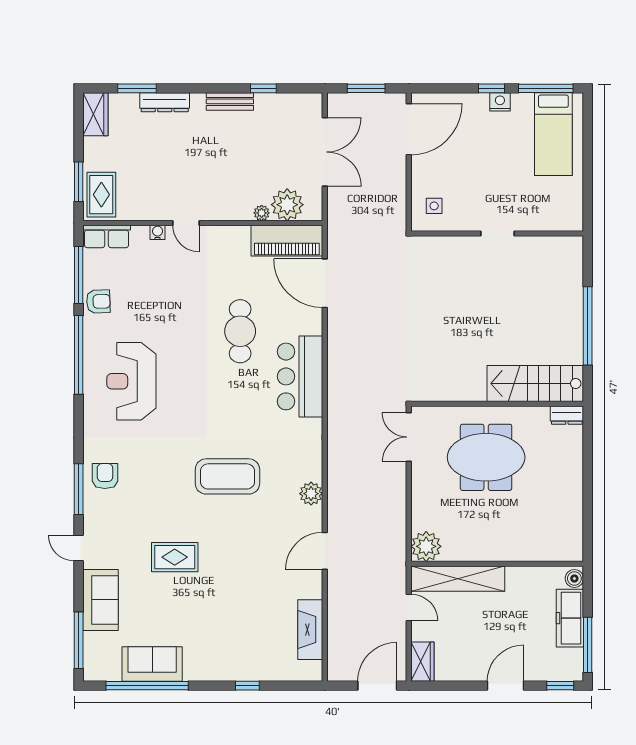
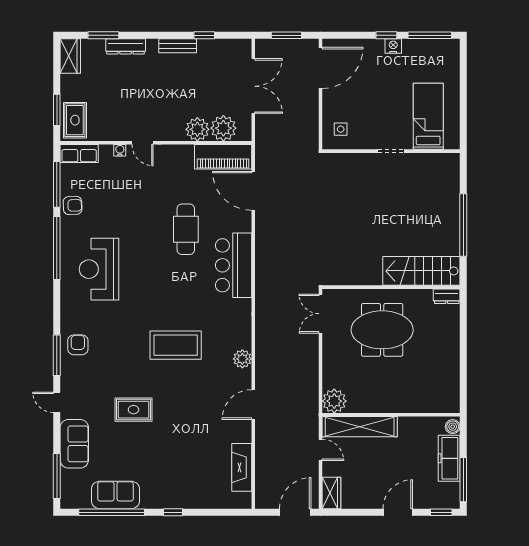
bed: (553, 134) -> (428, 116), moved, turned 180
plant: (262, 213) -> (197, 129), width x1.88, depth x1.88
window: (247, 686) -> (173, 512), moved

